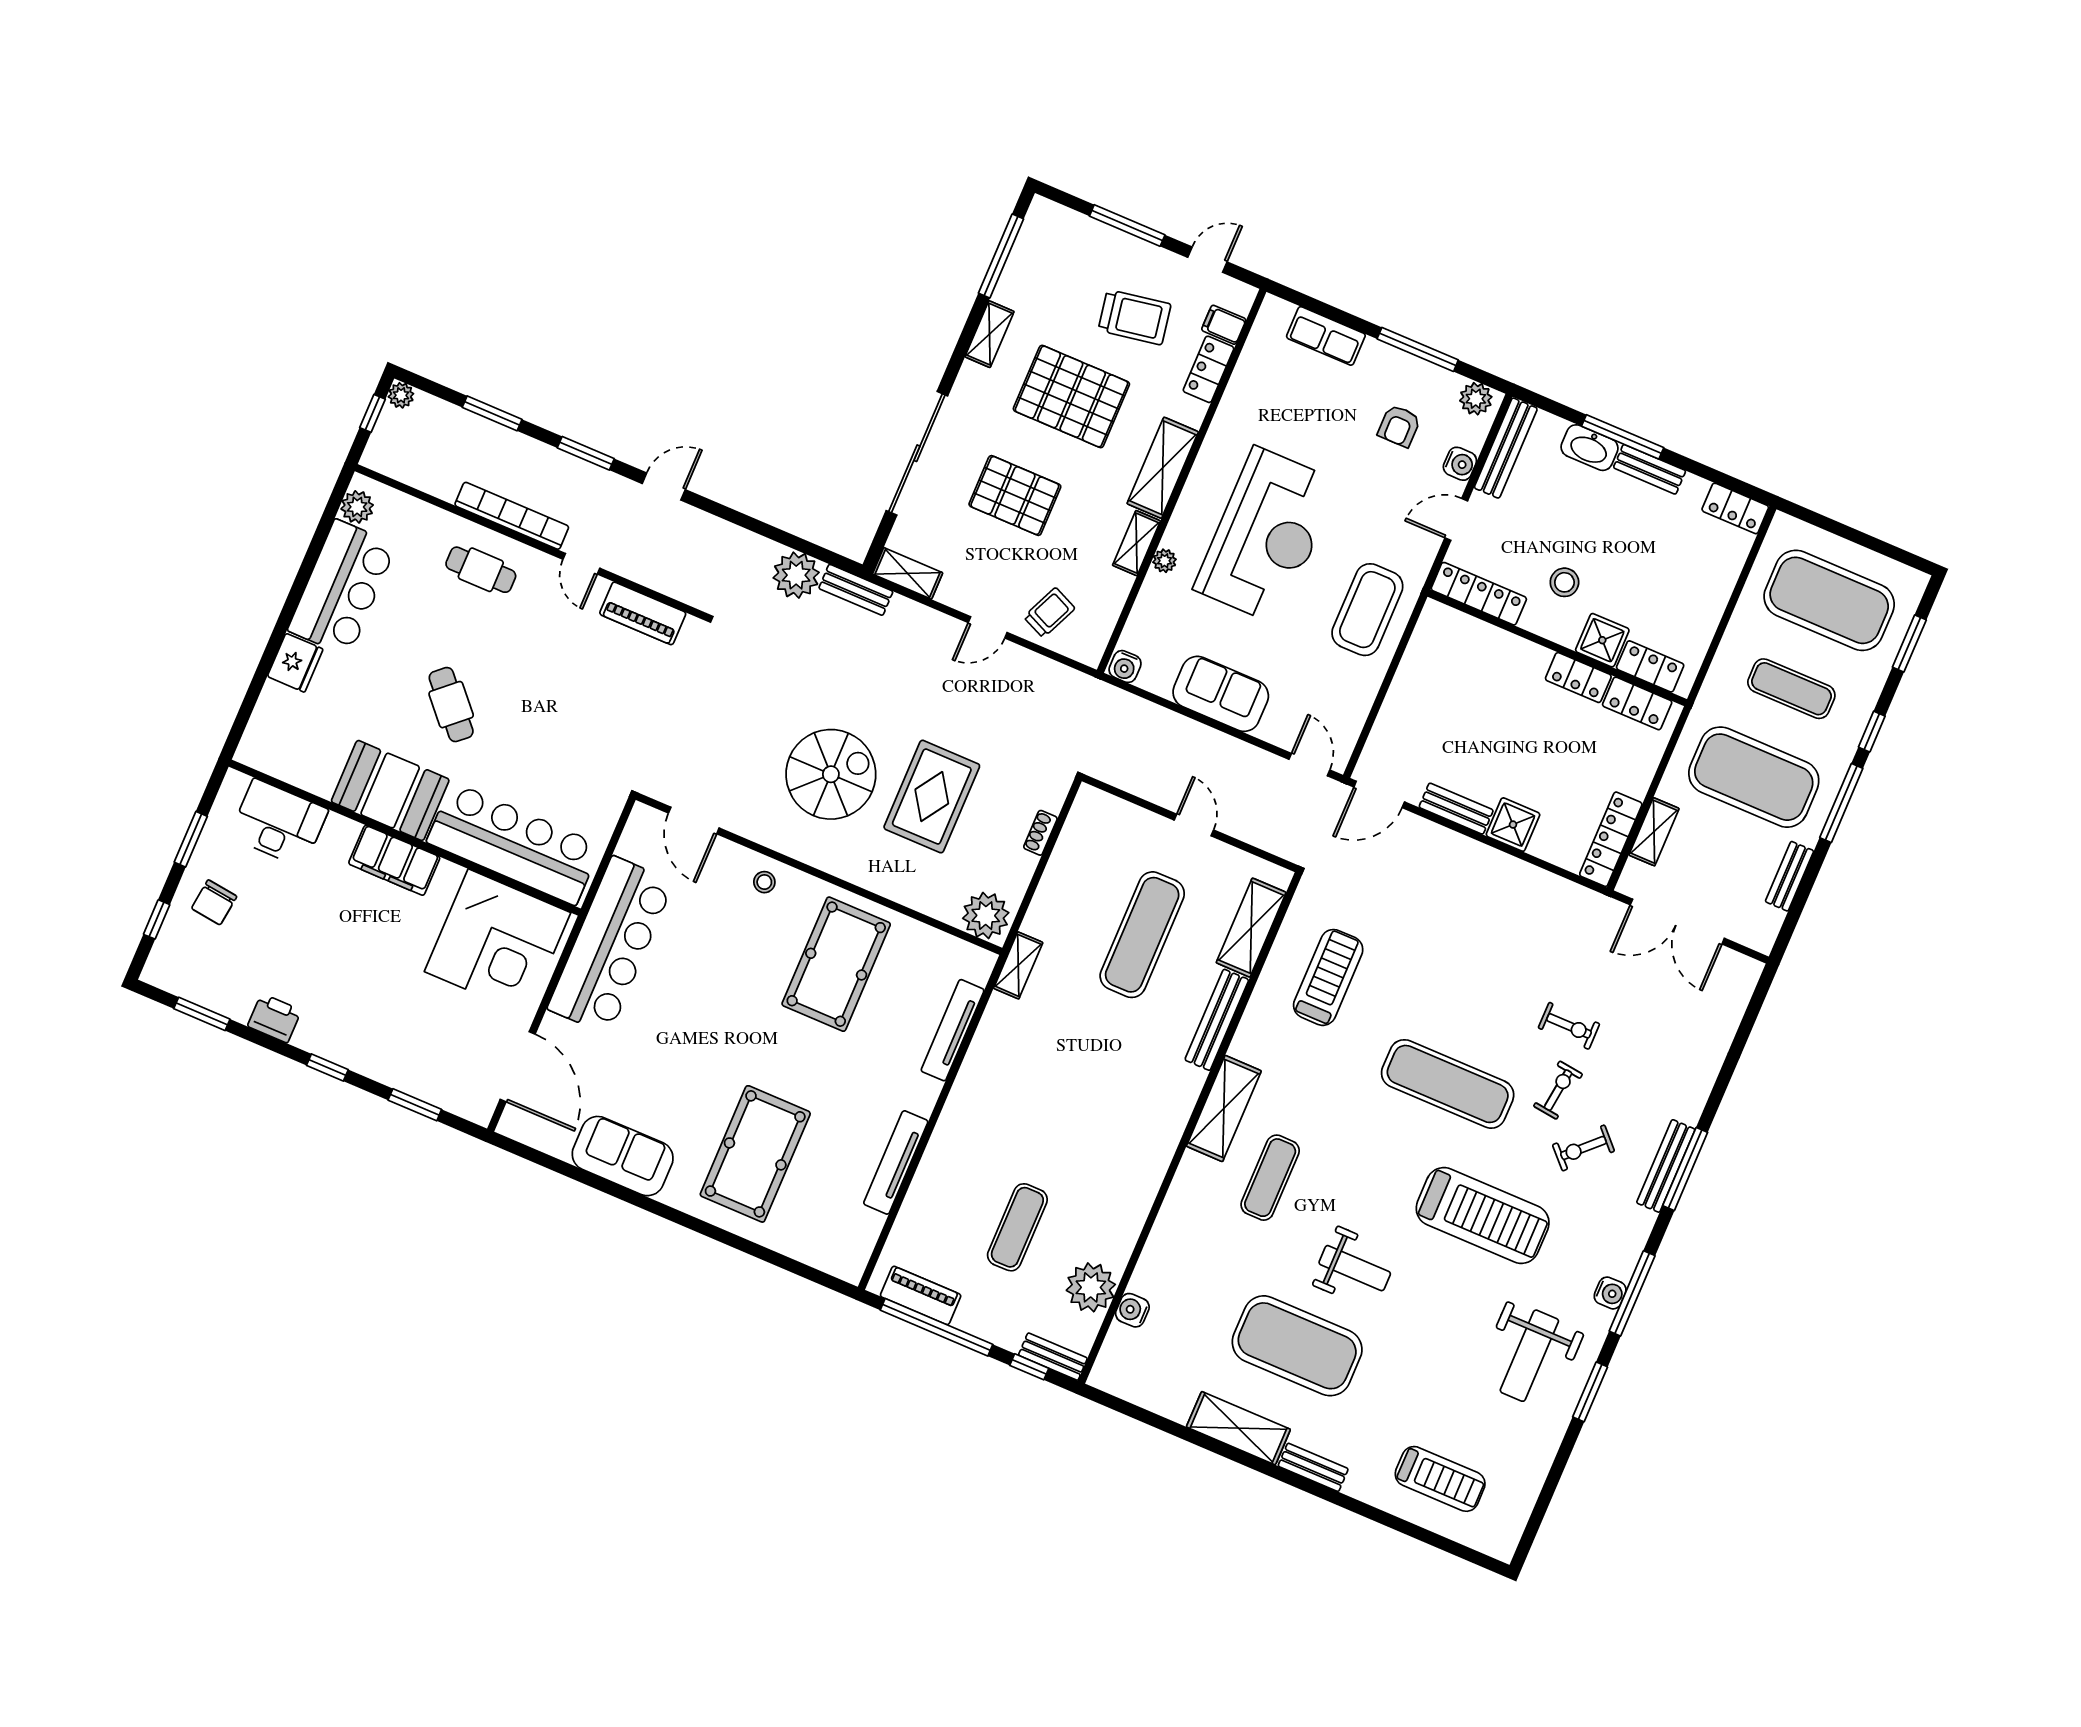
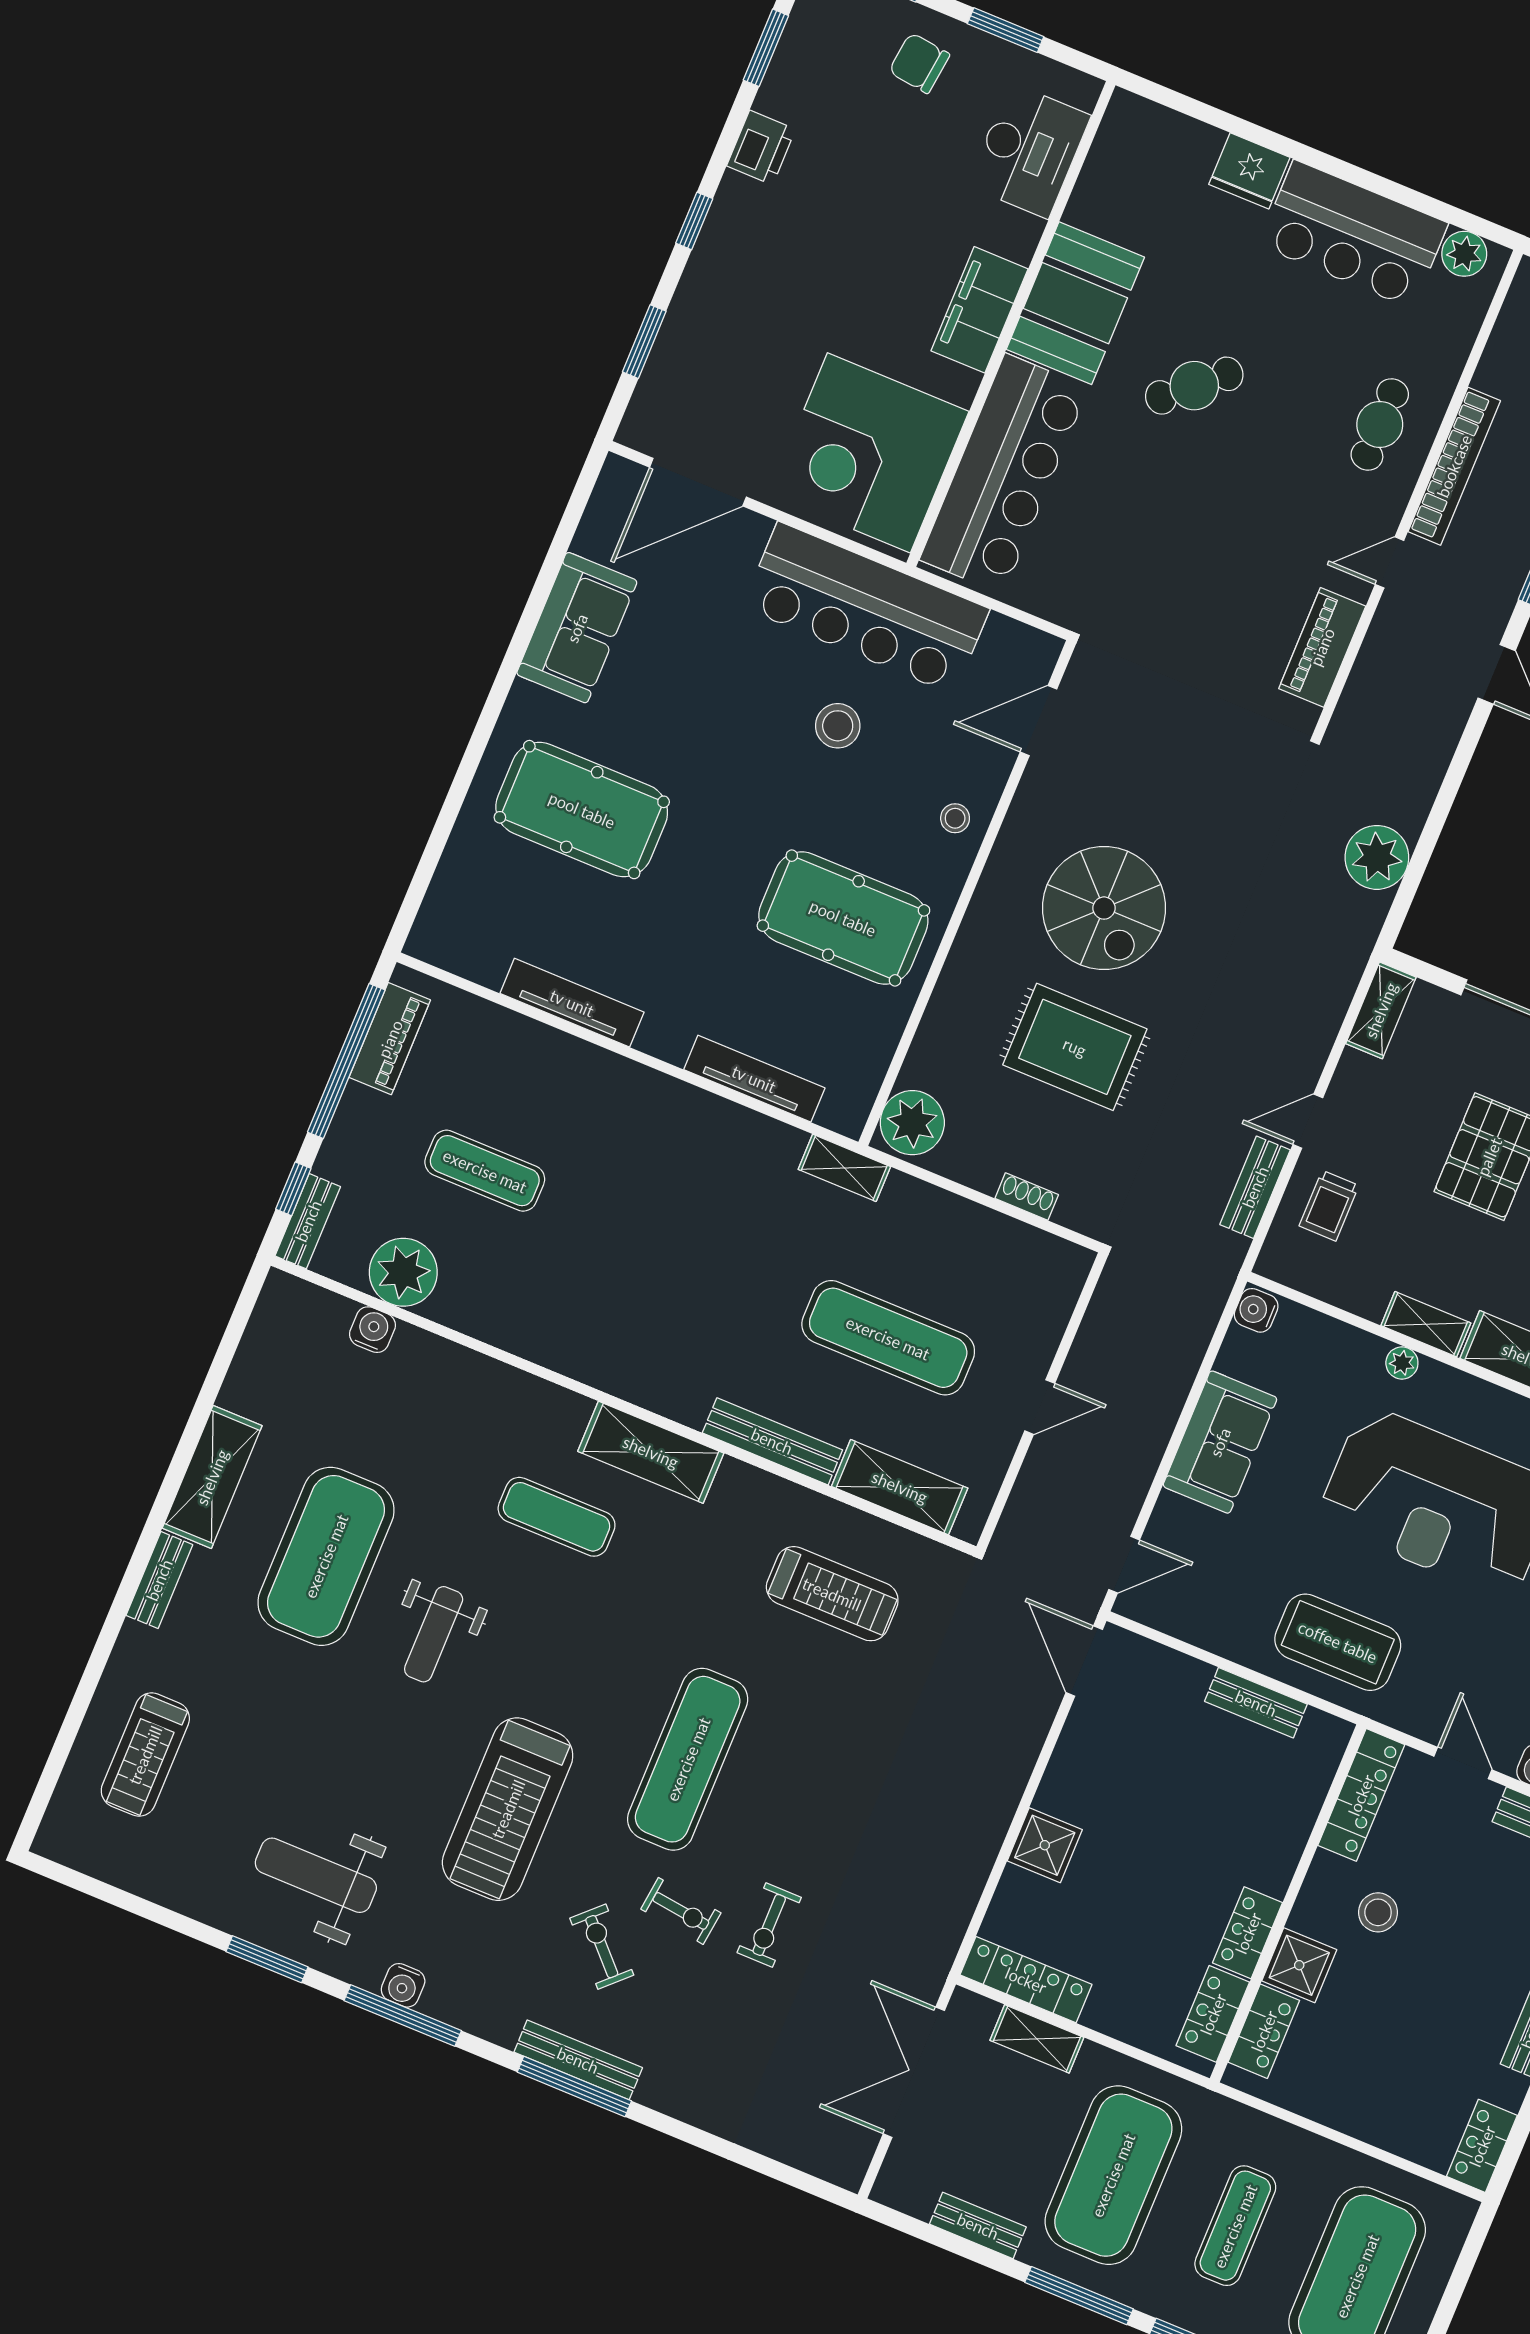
bench: (856, 590) -> (1255, 1187), moved
trolley: (1049, 613) -> (1329, 1206), turned 66
door: (988, 627) -> (1308, 1121), hinge flipped
bench: (1456, 809) -> (1256, 1703), moved, turned 90
stool: (696, 967) -> (838, 726), added

